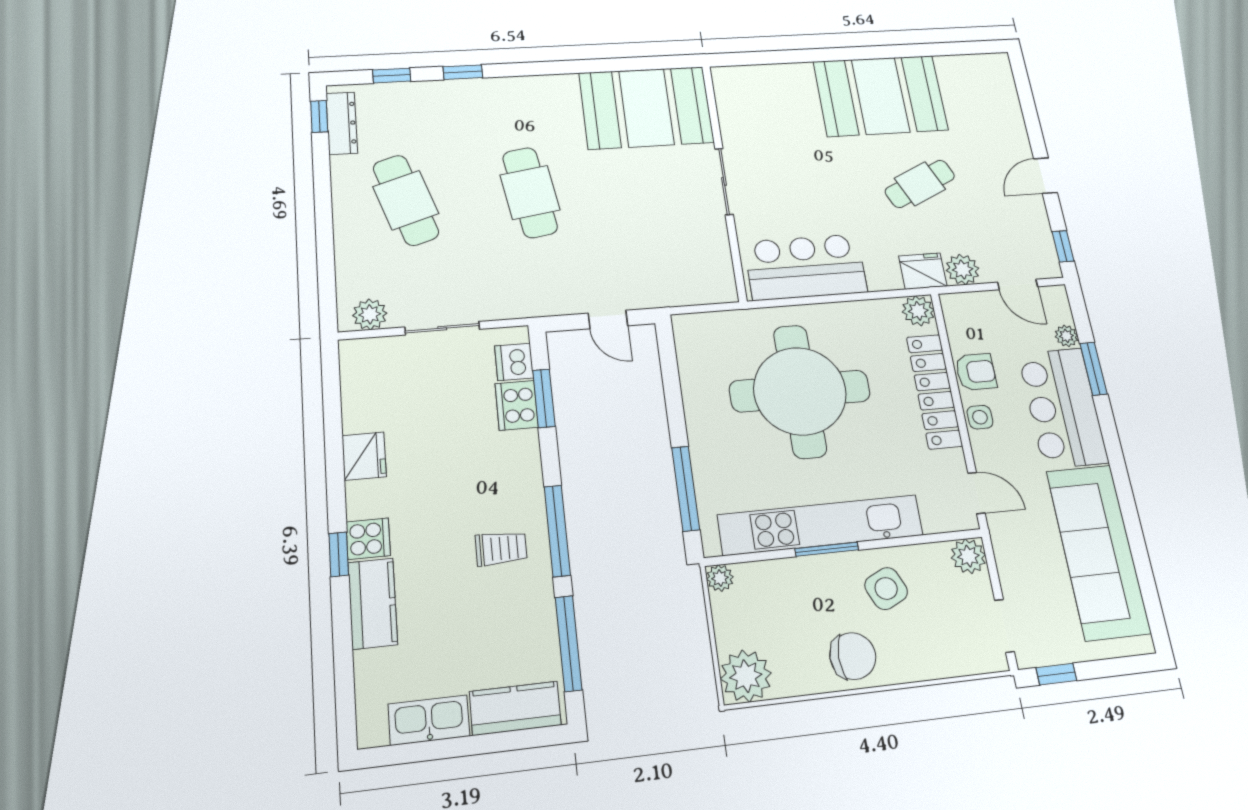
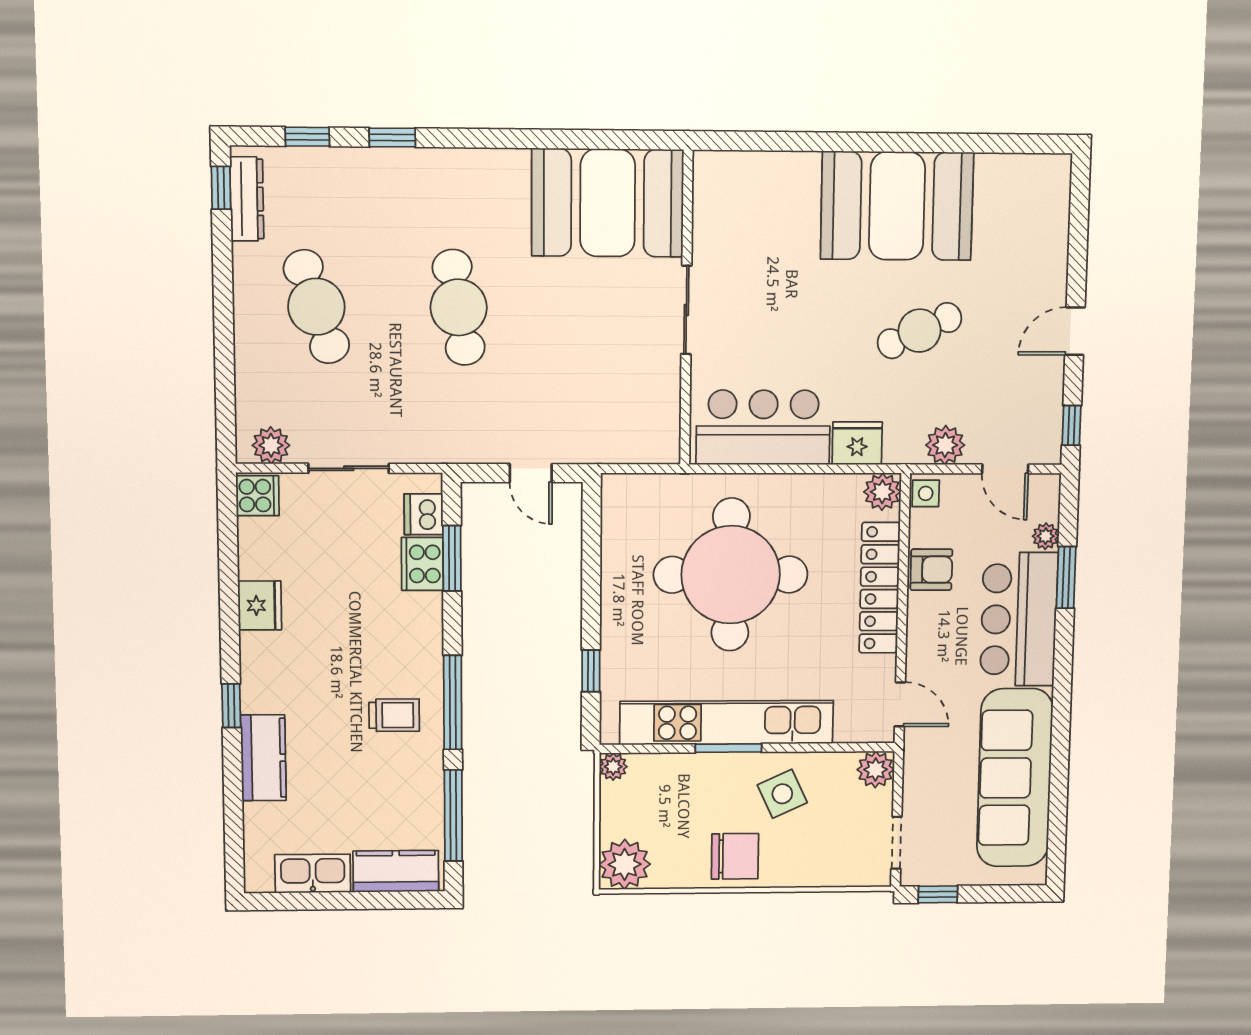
fridge: (923, 271) -> (857, 443), moved
side table: (980, 417) -> (926, 493), moved
window: (686, 488) -> (591, 671), width x0.46
cooker: (368, 539) -> (258, 496), moved

